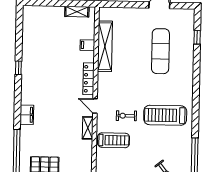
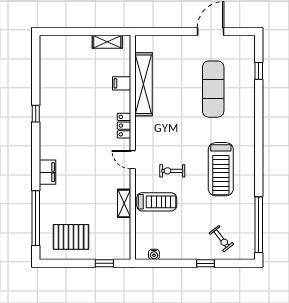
locker: (89, 79) -> (124, 126), width x0.66
treadmill: (165, 115) -> (221, 169), turned -90
shelving: (88, 128) -> (124, 203), moved

